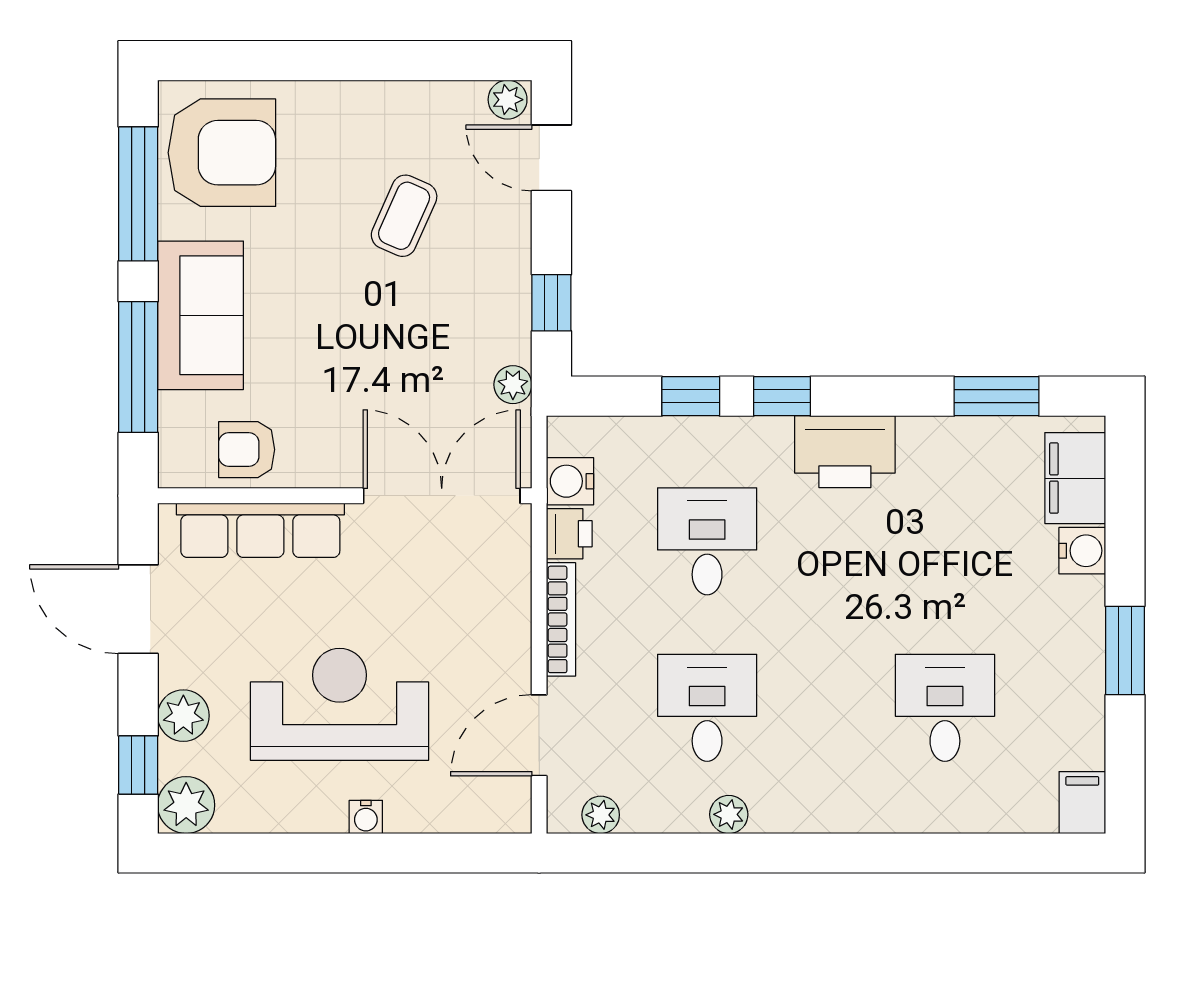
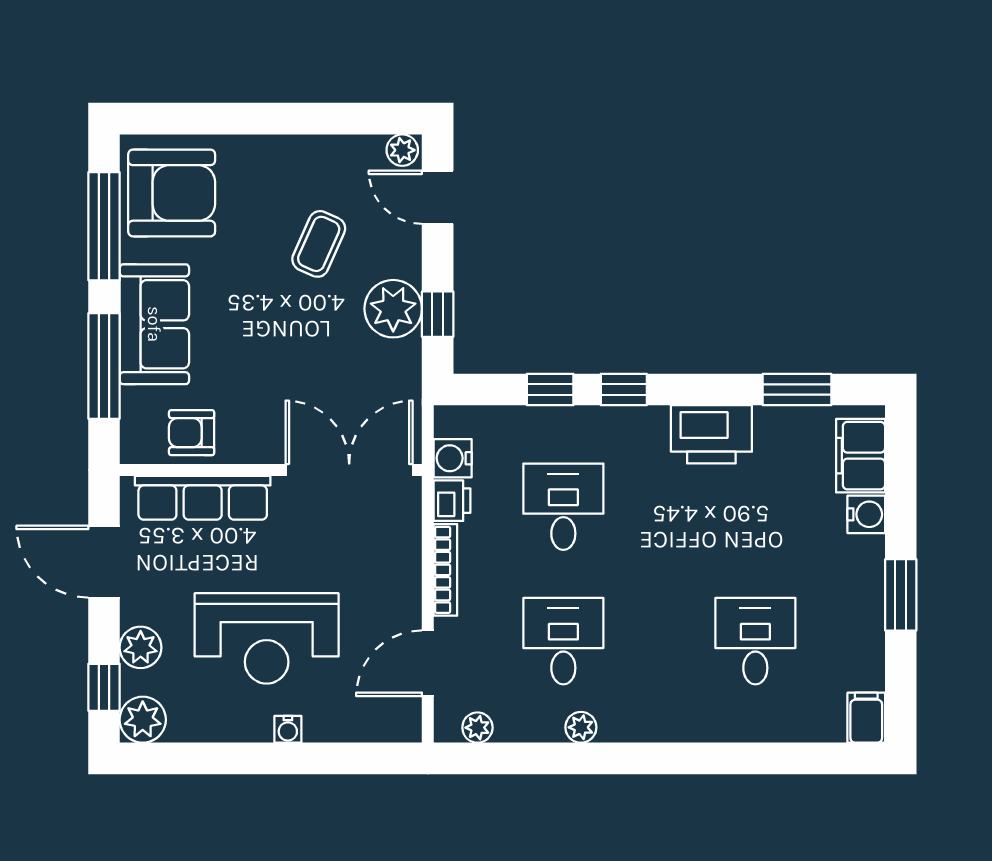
plant: (513, 385) -> (393, 309), moved, width x1.88, depth x1.88
printer: (845, 452) -> (711, 434), moved
reception desk: (340, 704) -> (267, 638), turned 180

